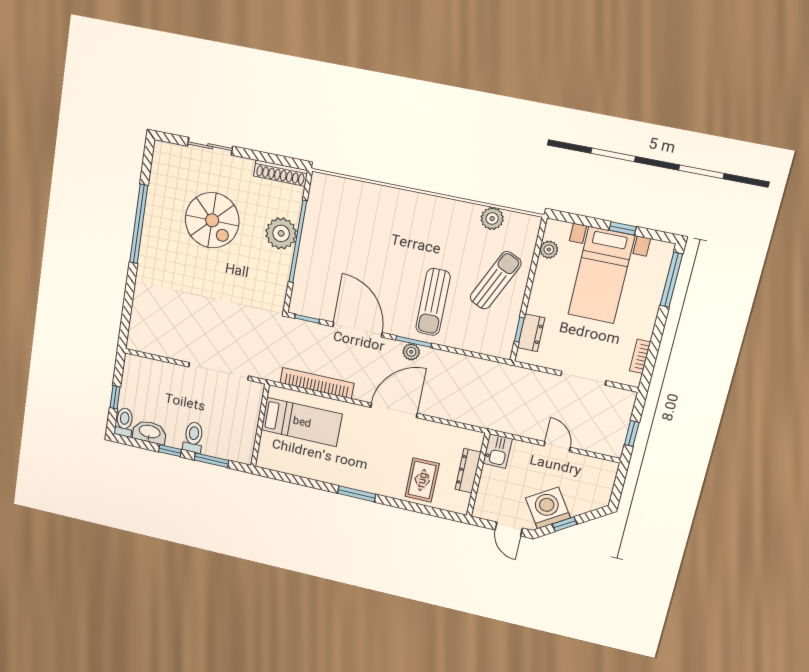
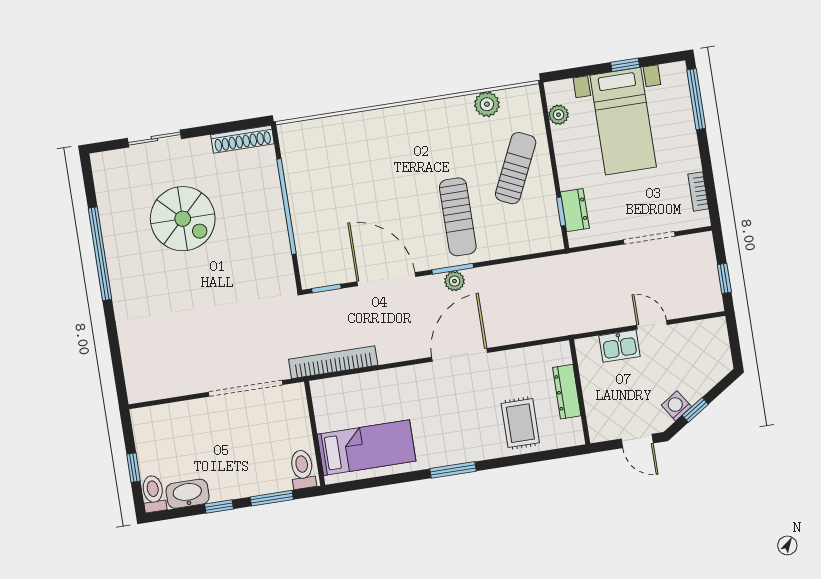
plant: (281, 233) -> (265, 204), removed
bookcase: (317, 383) -> (333, 362), moved
bed: (302, 422) -> (367, 448), moved
toilet: (193, 437) -> (302, 469), moved
kitchen sink: (497, 451) -> (620, 346), moved, turned 90
washing machine: (548, 508) -> (676, 406), width x0.53, depth x0.53

